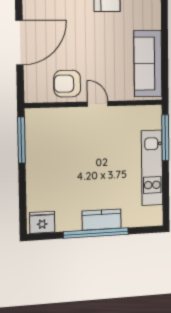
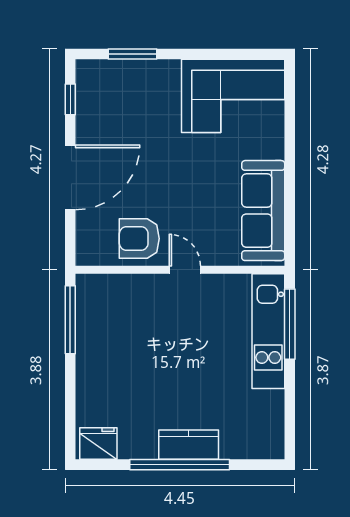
kitchen unit: (152, 168) -> (268, 331), moved

